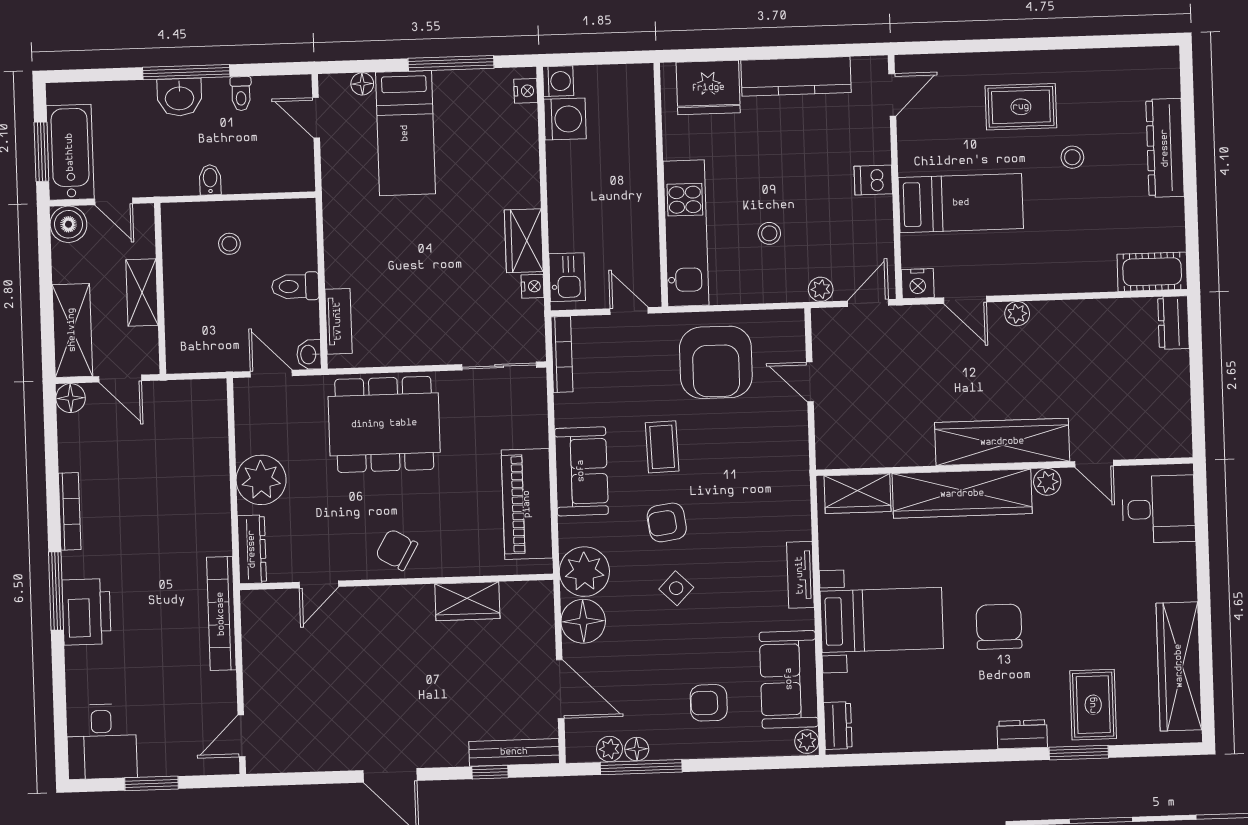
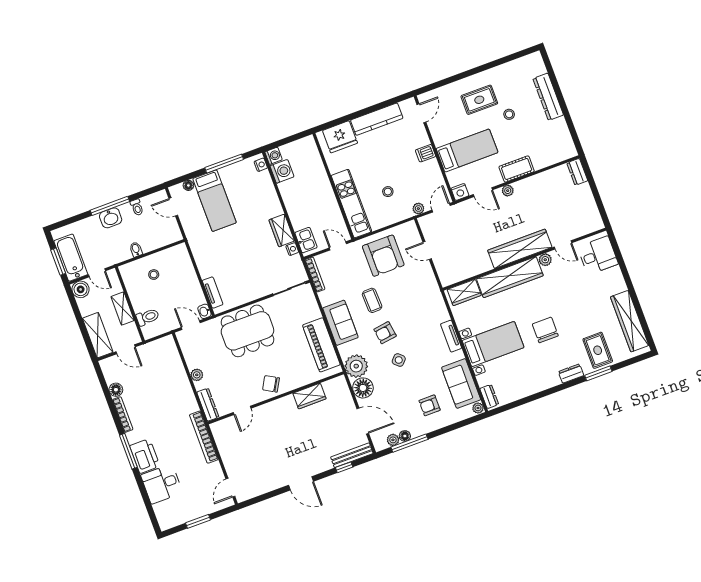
cot: (1152, 272) -> (517, 169), moved
toilet: (295, 286) -> (148, 317), moved, turned 180
floor lamp: (71, 398) -> (116, 390), moved
plant: (261, 480) -> (197, 375), width x0.53, depth x0.53
desk: (102, 742) -> (162, 484), moved, turned 90

